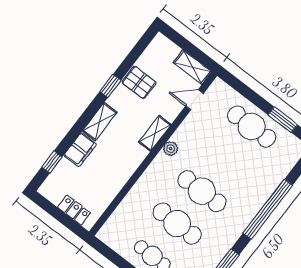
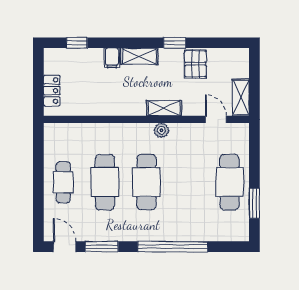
filing cabinet: (80, 150) -> (112, 58), width x0.50

